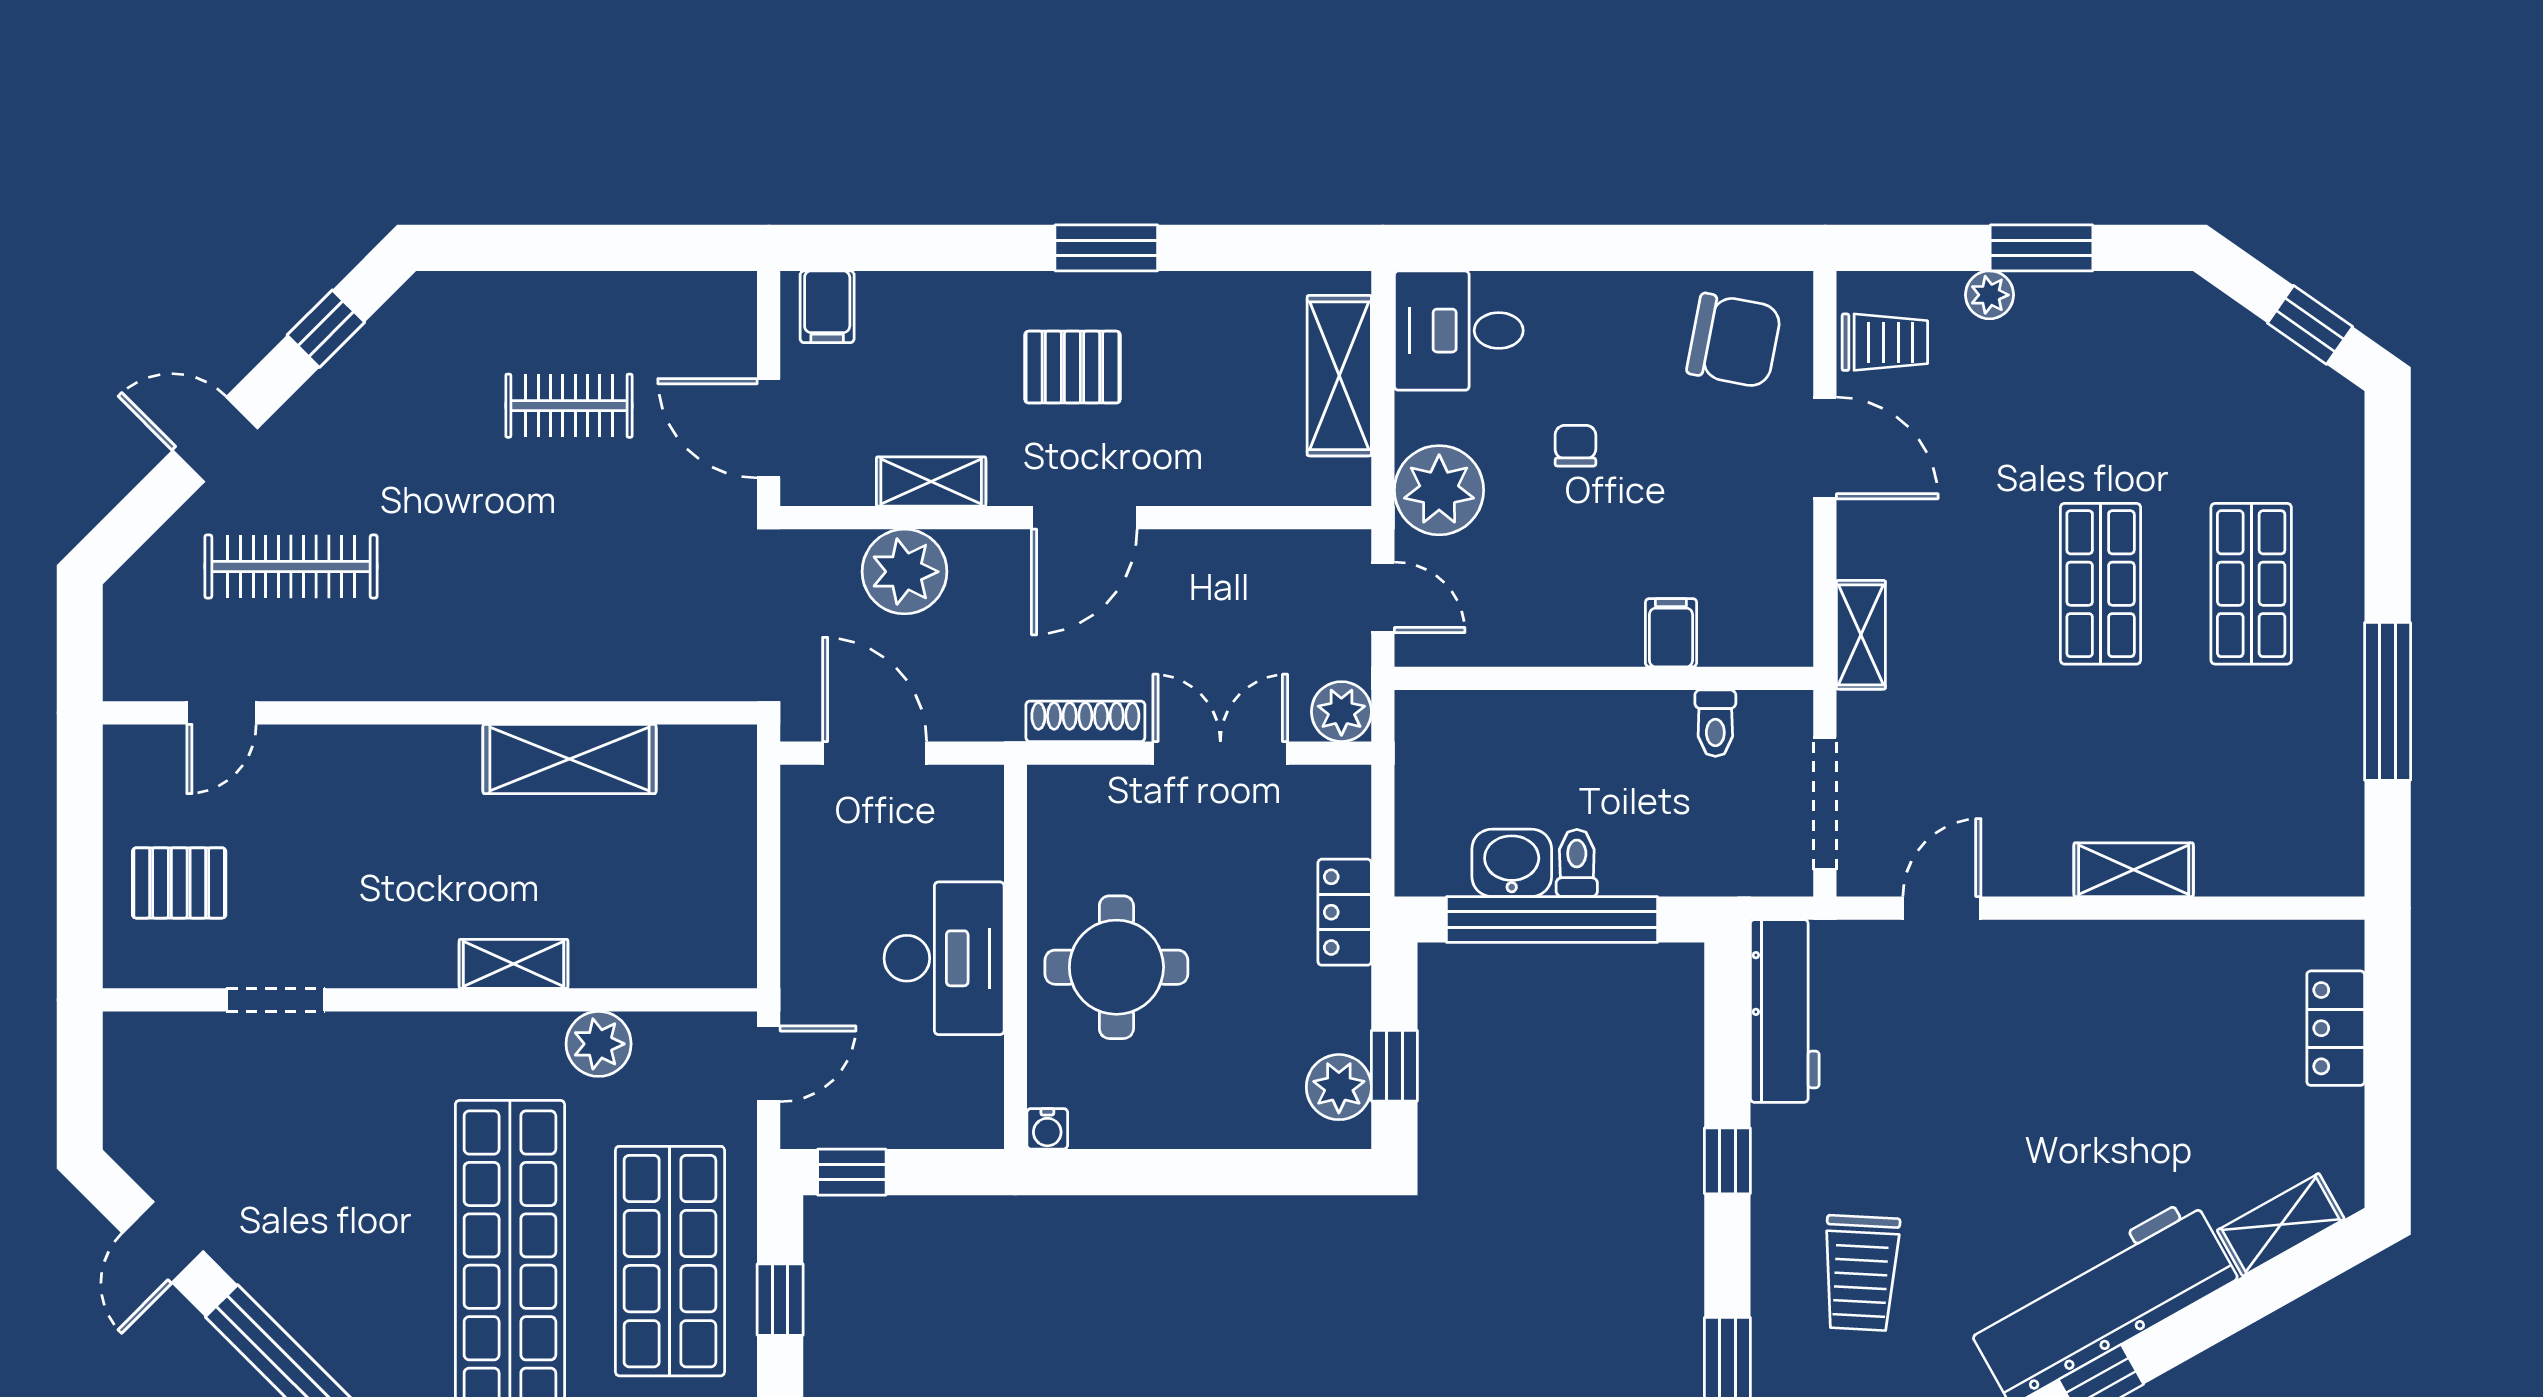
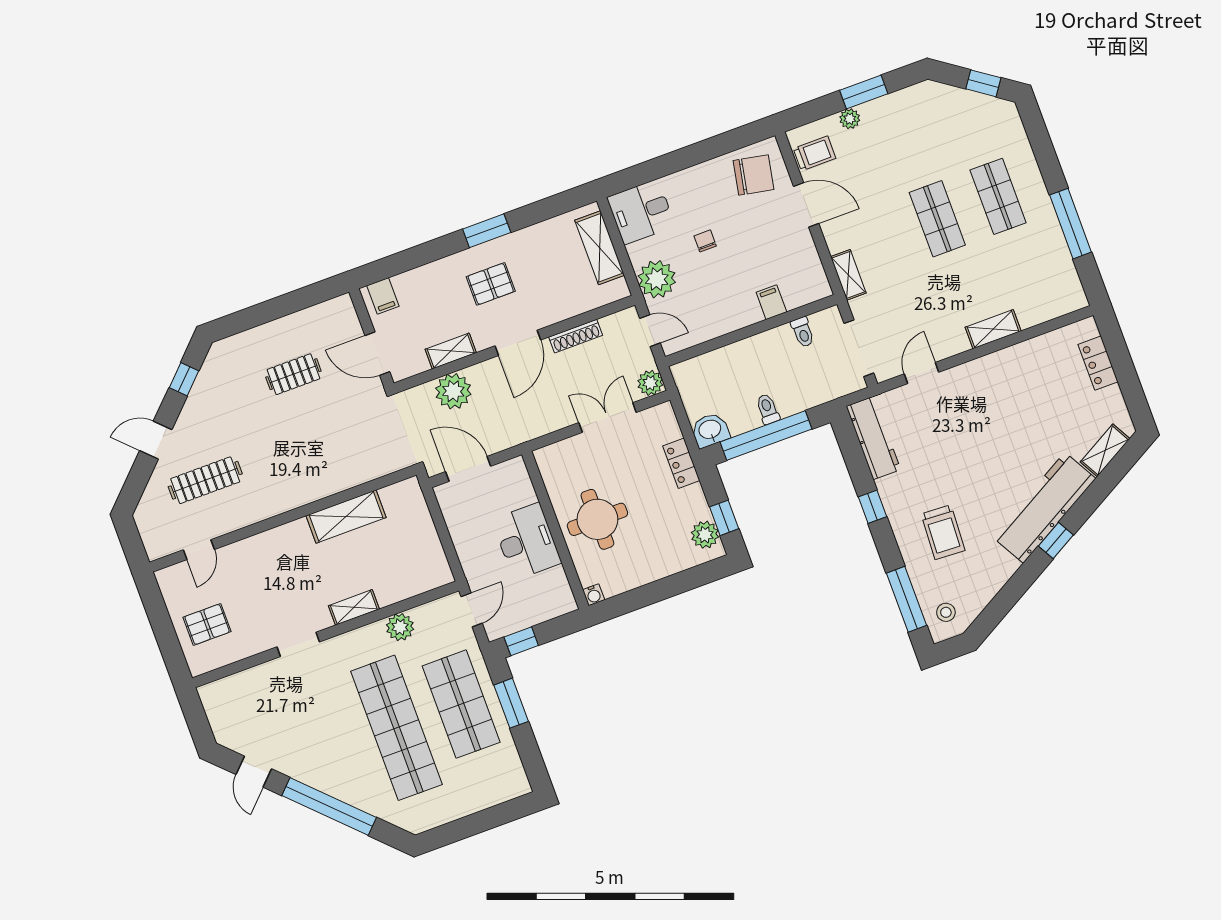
shoe rack: (1085, 721) -> (576, 336), moved, turned 180
washbasin: (1512, 863) -> (710, 430), moved
doorway: (276, 1000) -> (298, 644), moved
window: (780, 1300) -> (511, 703), width x1.50

